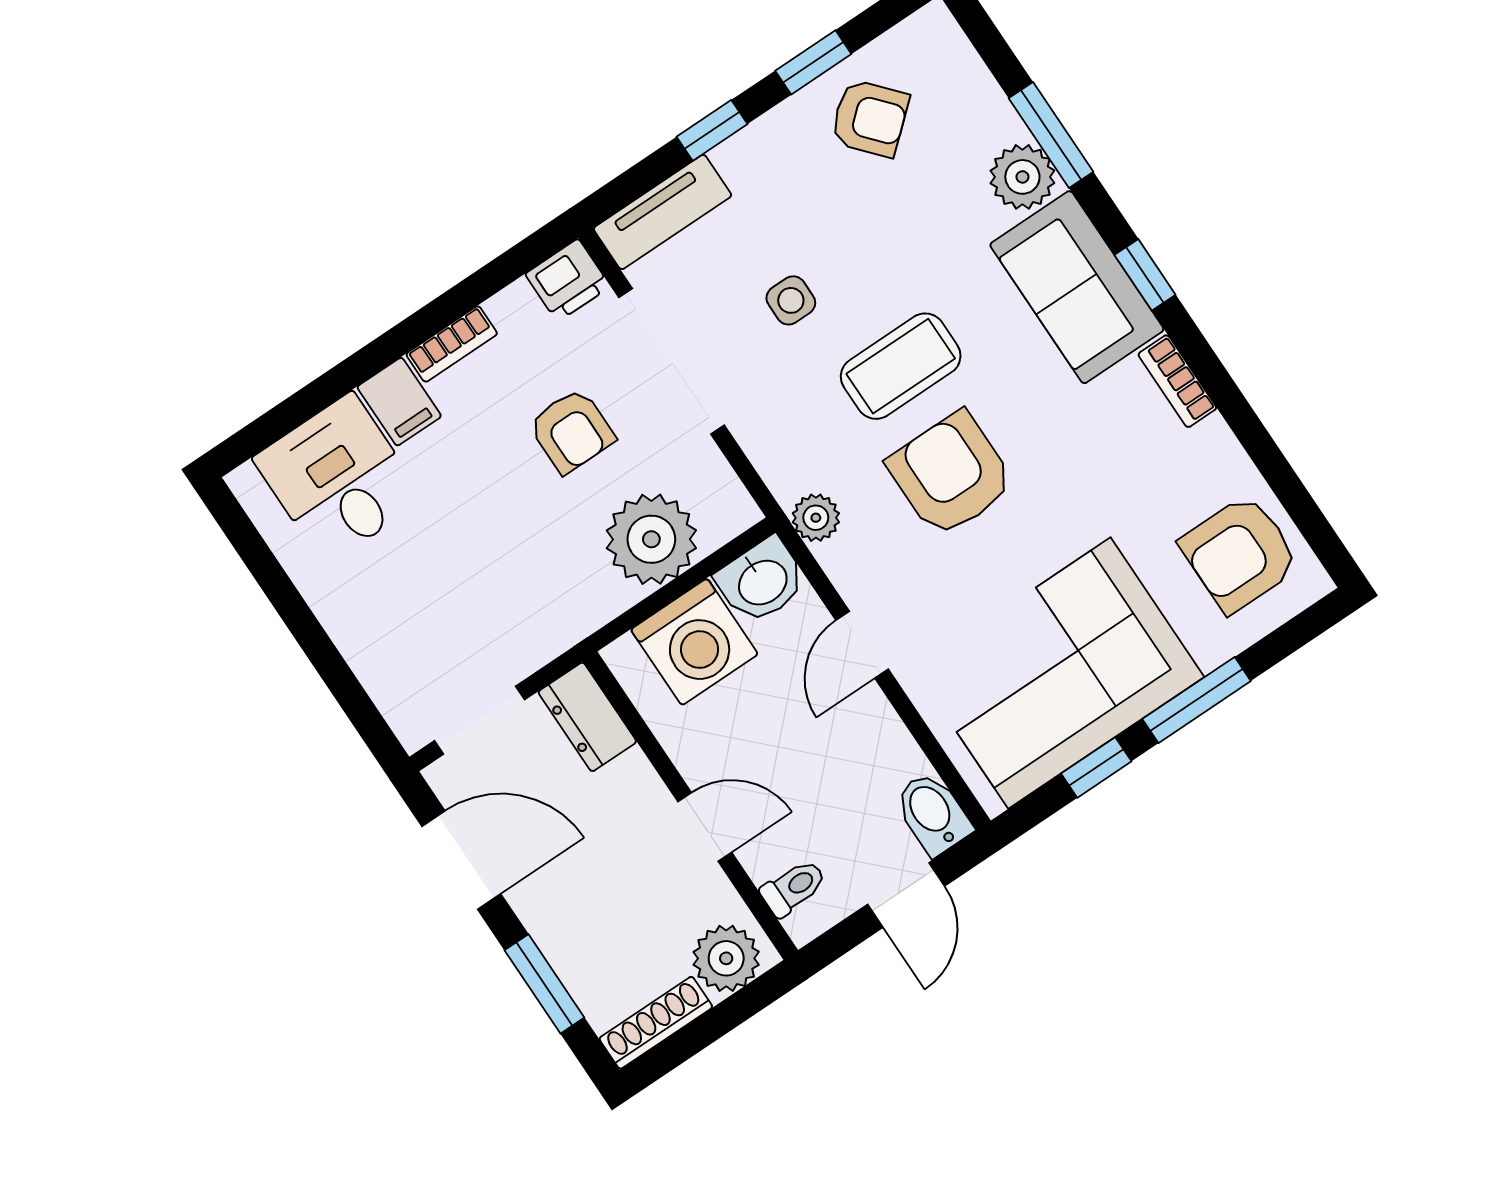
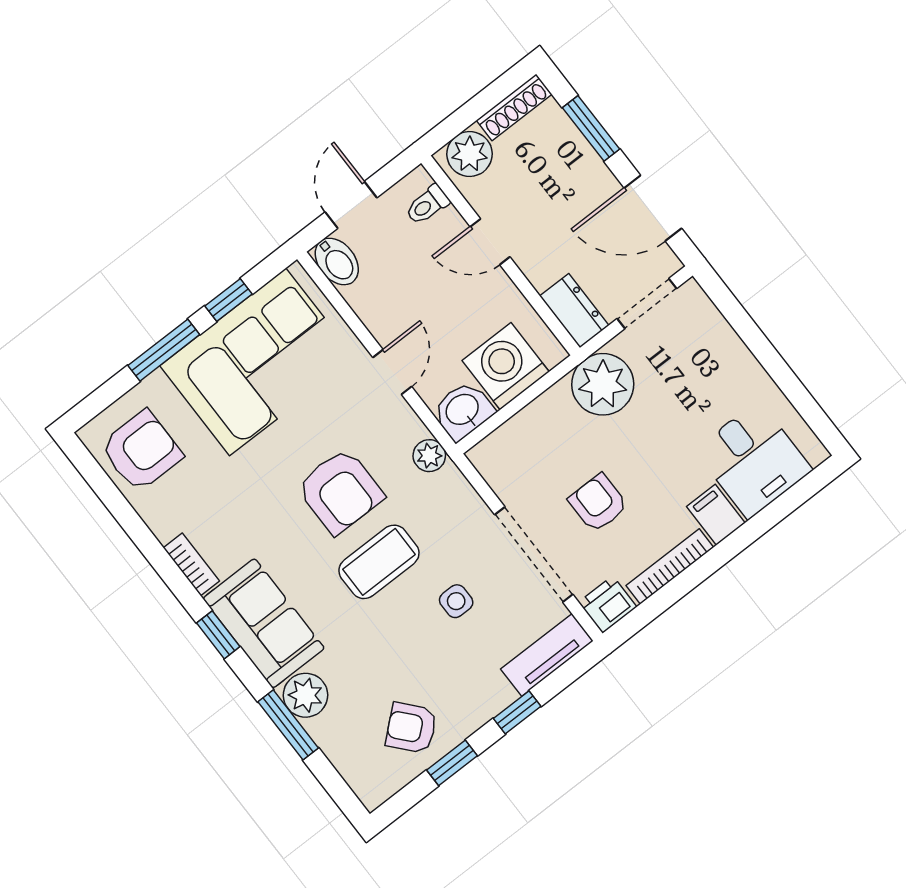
bookcase: (452, 344) -> (670, 566), width x1.56
plant: (651, 539) -> (603, 384), moved

